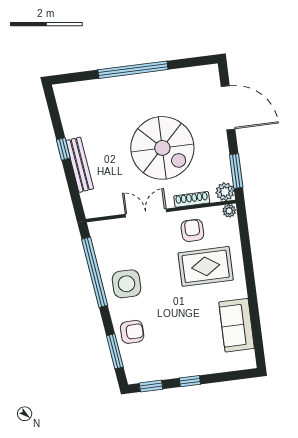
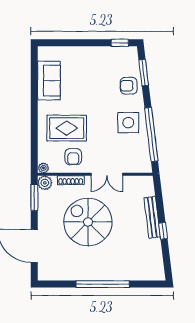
window: (190, 381) -> (90, 43), removed

